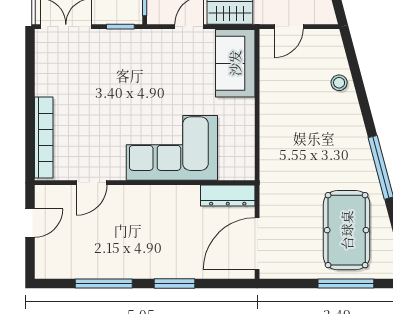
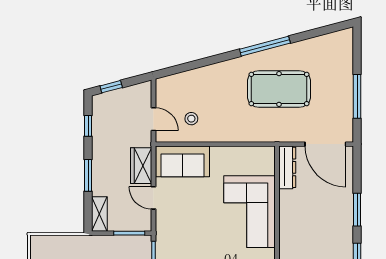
stool: (339, 83) -> (191, 119), moved
pool table: (347, 230) -> (279, 89), moved
window: (346, 283) -> (357, 96), moved

